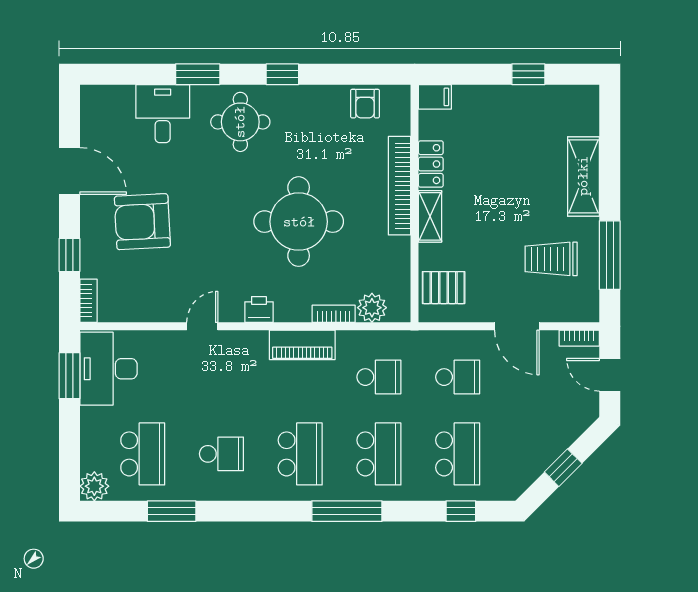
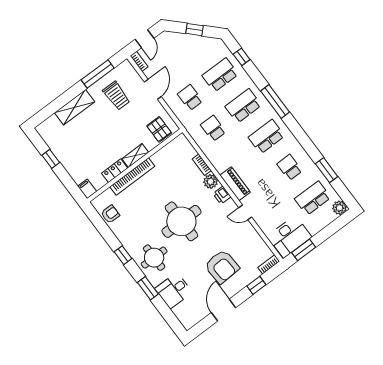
round table: (299, 222) -> (181, 221), moved
plant: (372, 308) -> (211, 181), moved
piano: (302, 345) -> (235, 184), moved

